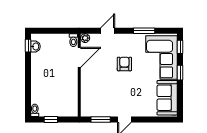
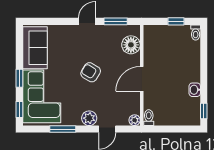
plant: (122, 40) -> (89, 118), added
washbasin: (35, 46) -> (195, 90), moved
door: (79, 57) -> (142, 79), moved
armchair: (124, 64) -> (91, 72), moved, turned 121
floor lamp: (88, 100) -> (131, 45), added

